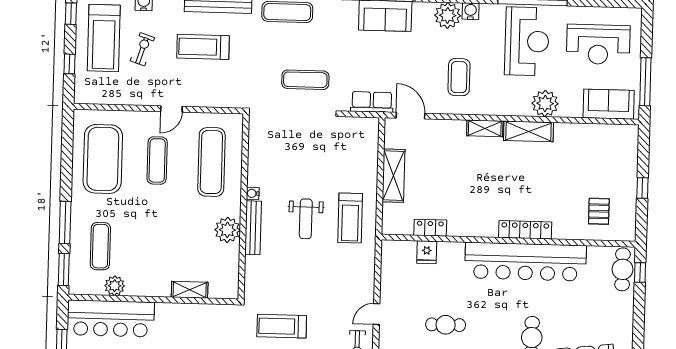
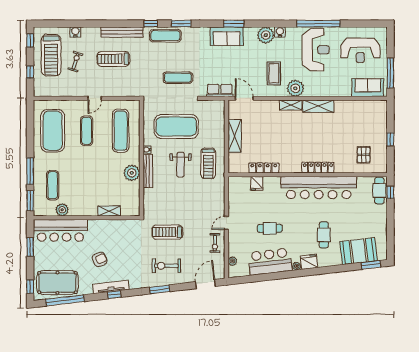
plant: (545, 103) -> (295, 88), moved
exercise mat: (301, 158) -> (176, 127), added
locker: (430, 228) -> (264, 168), width x1.53

